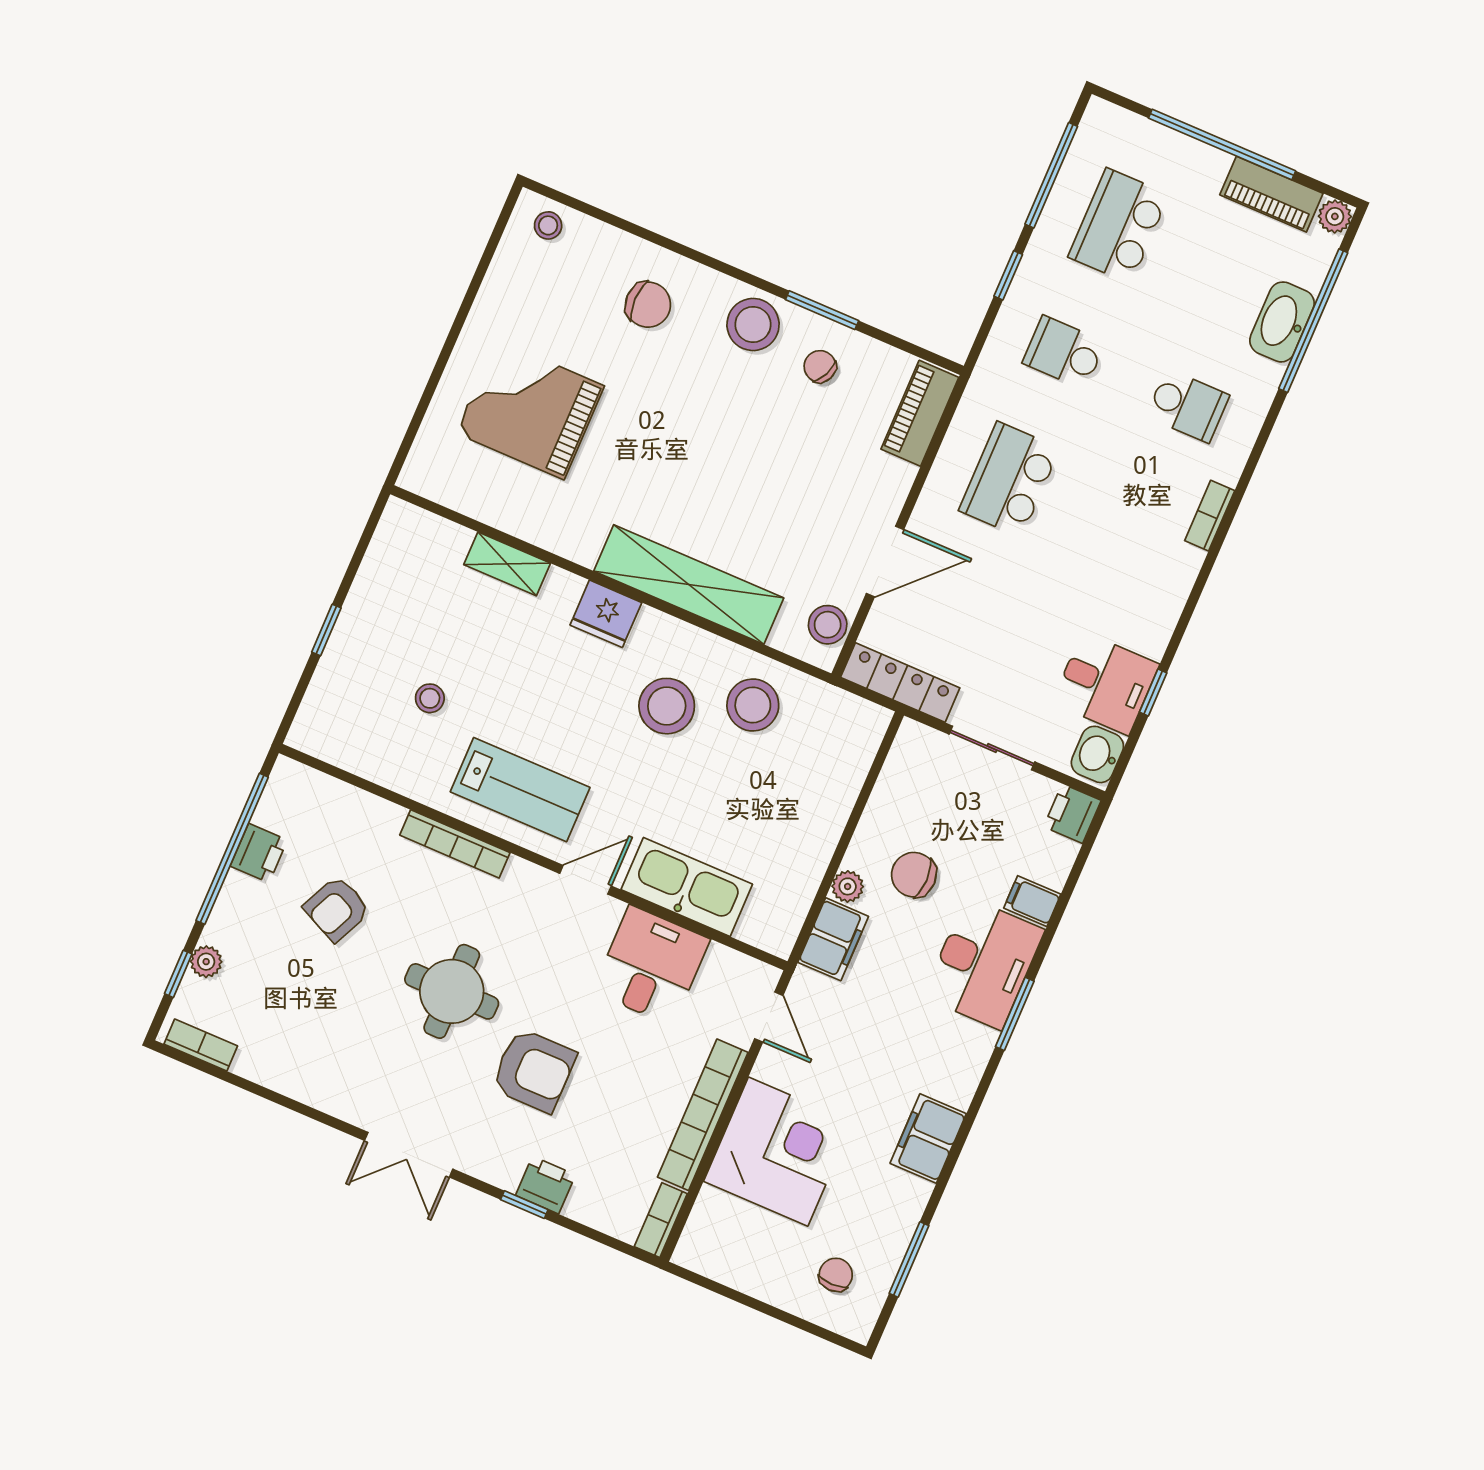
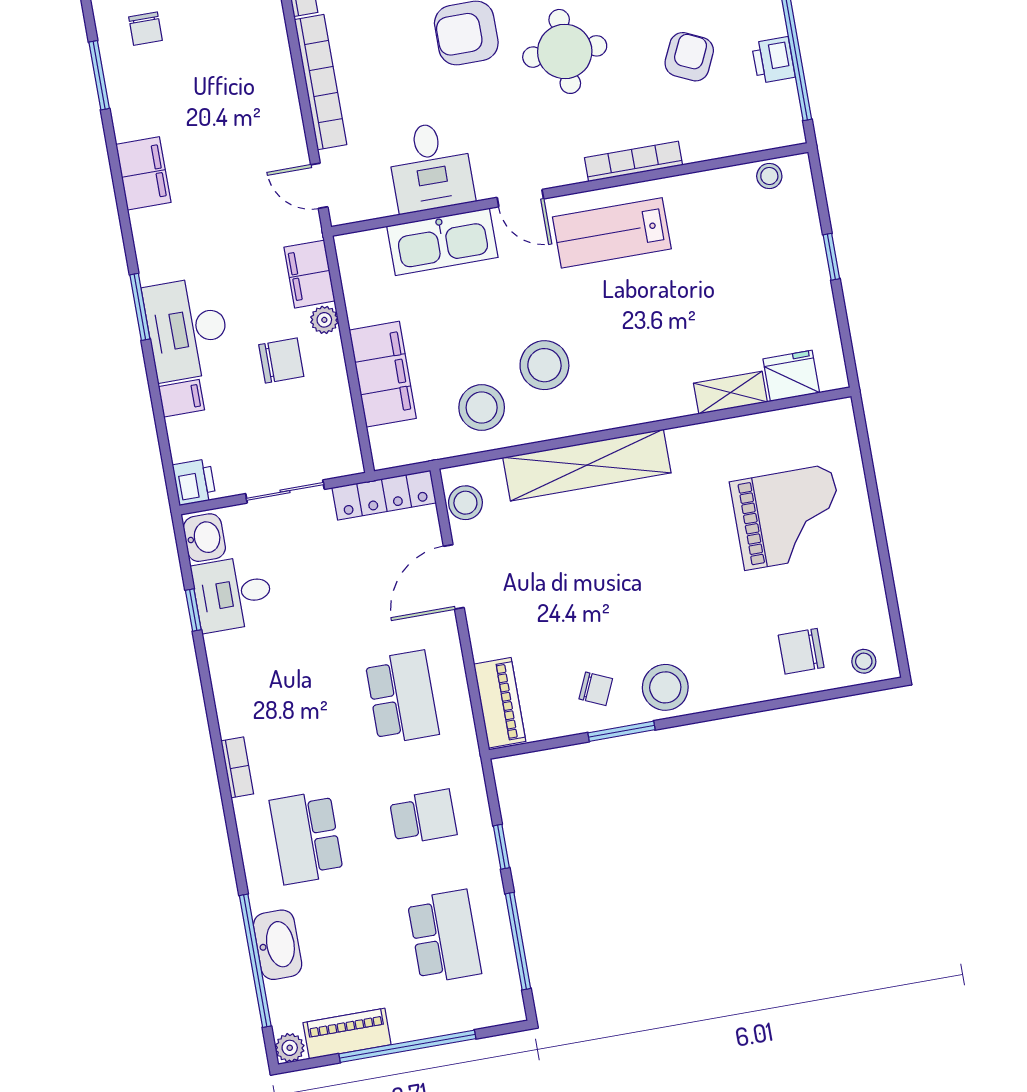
chair: (648, 305) -> (801, 651), moved
school desk: (1188, 406) -> (306, 837), width x1.85
fridge: (606, 614) -> (791, 376), moved
stool: (430, 698) -> (769, 176), moved
filing cabinet: (826, 798) -> (383, 374), added
door: (585, 880) -> (520, 198), hinge flipped
corner desk: (778, 1152) -> (247, 91), removed

